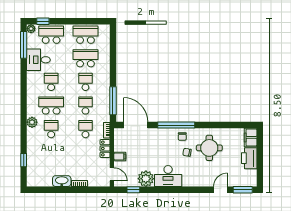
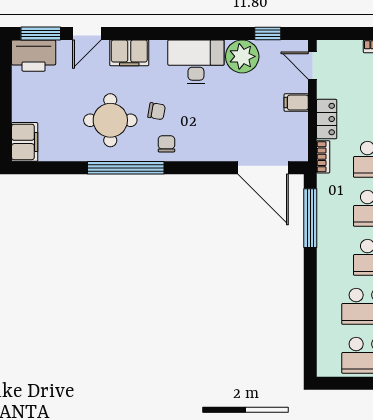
window: (176, 125) -> (126, 168), moved
printer: (249, 158) -> (34, 56), moved, turned 90
filing cabinet: (200, 180) -> (129, 53), added

